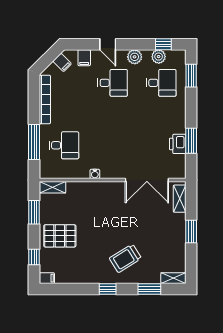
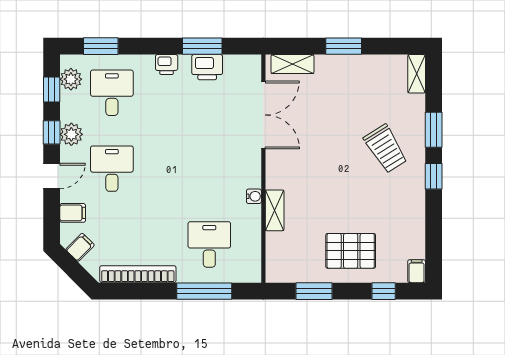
window: (136, 44) -> (52, 132), added
plant: (159, 57) -> (71, 79), moved
printer: (179, 118) -> (167, 64), added
shelving: (53, 187) -> (275, 210), moved
pallet: (60, 236) -> (351, 251), turned 90
window: (149, 289) -> (434, 130), moved

